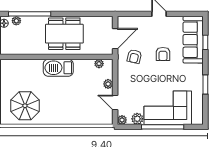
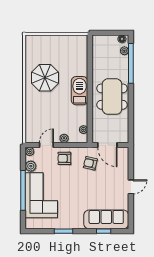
armchair: (163, 54) -> (64, 158), moved
parasol: (25, 106) -> (45, 78), moved

